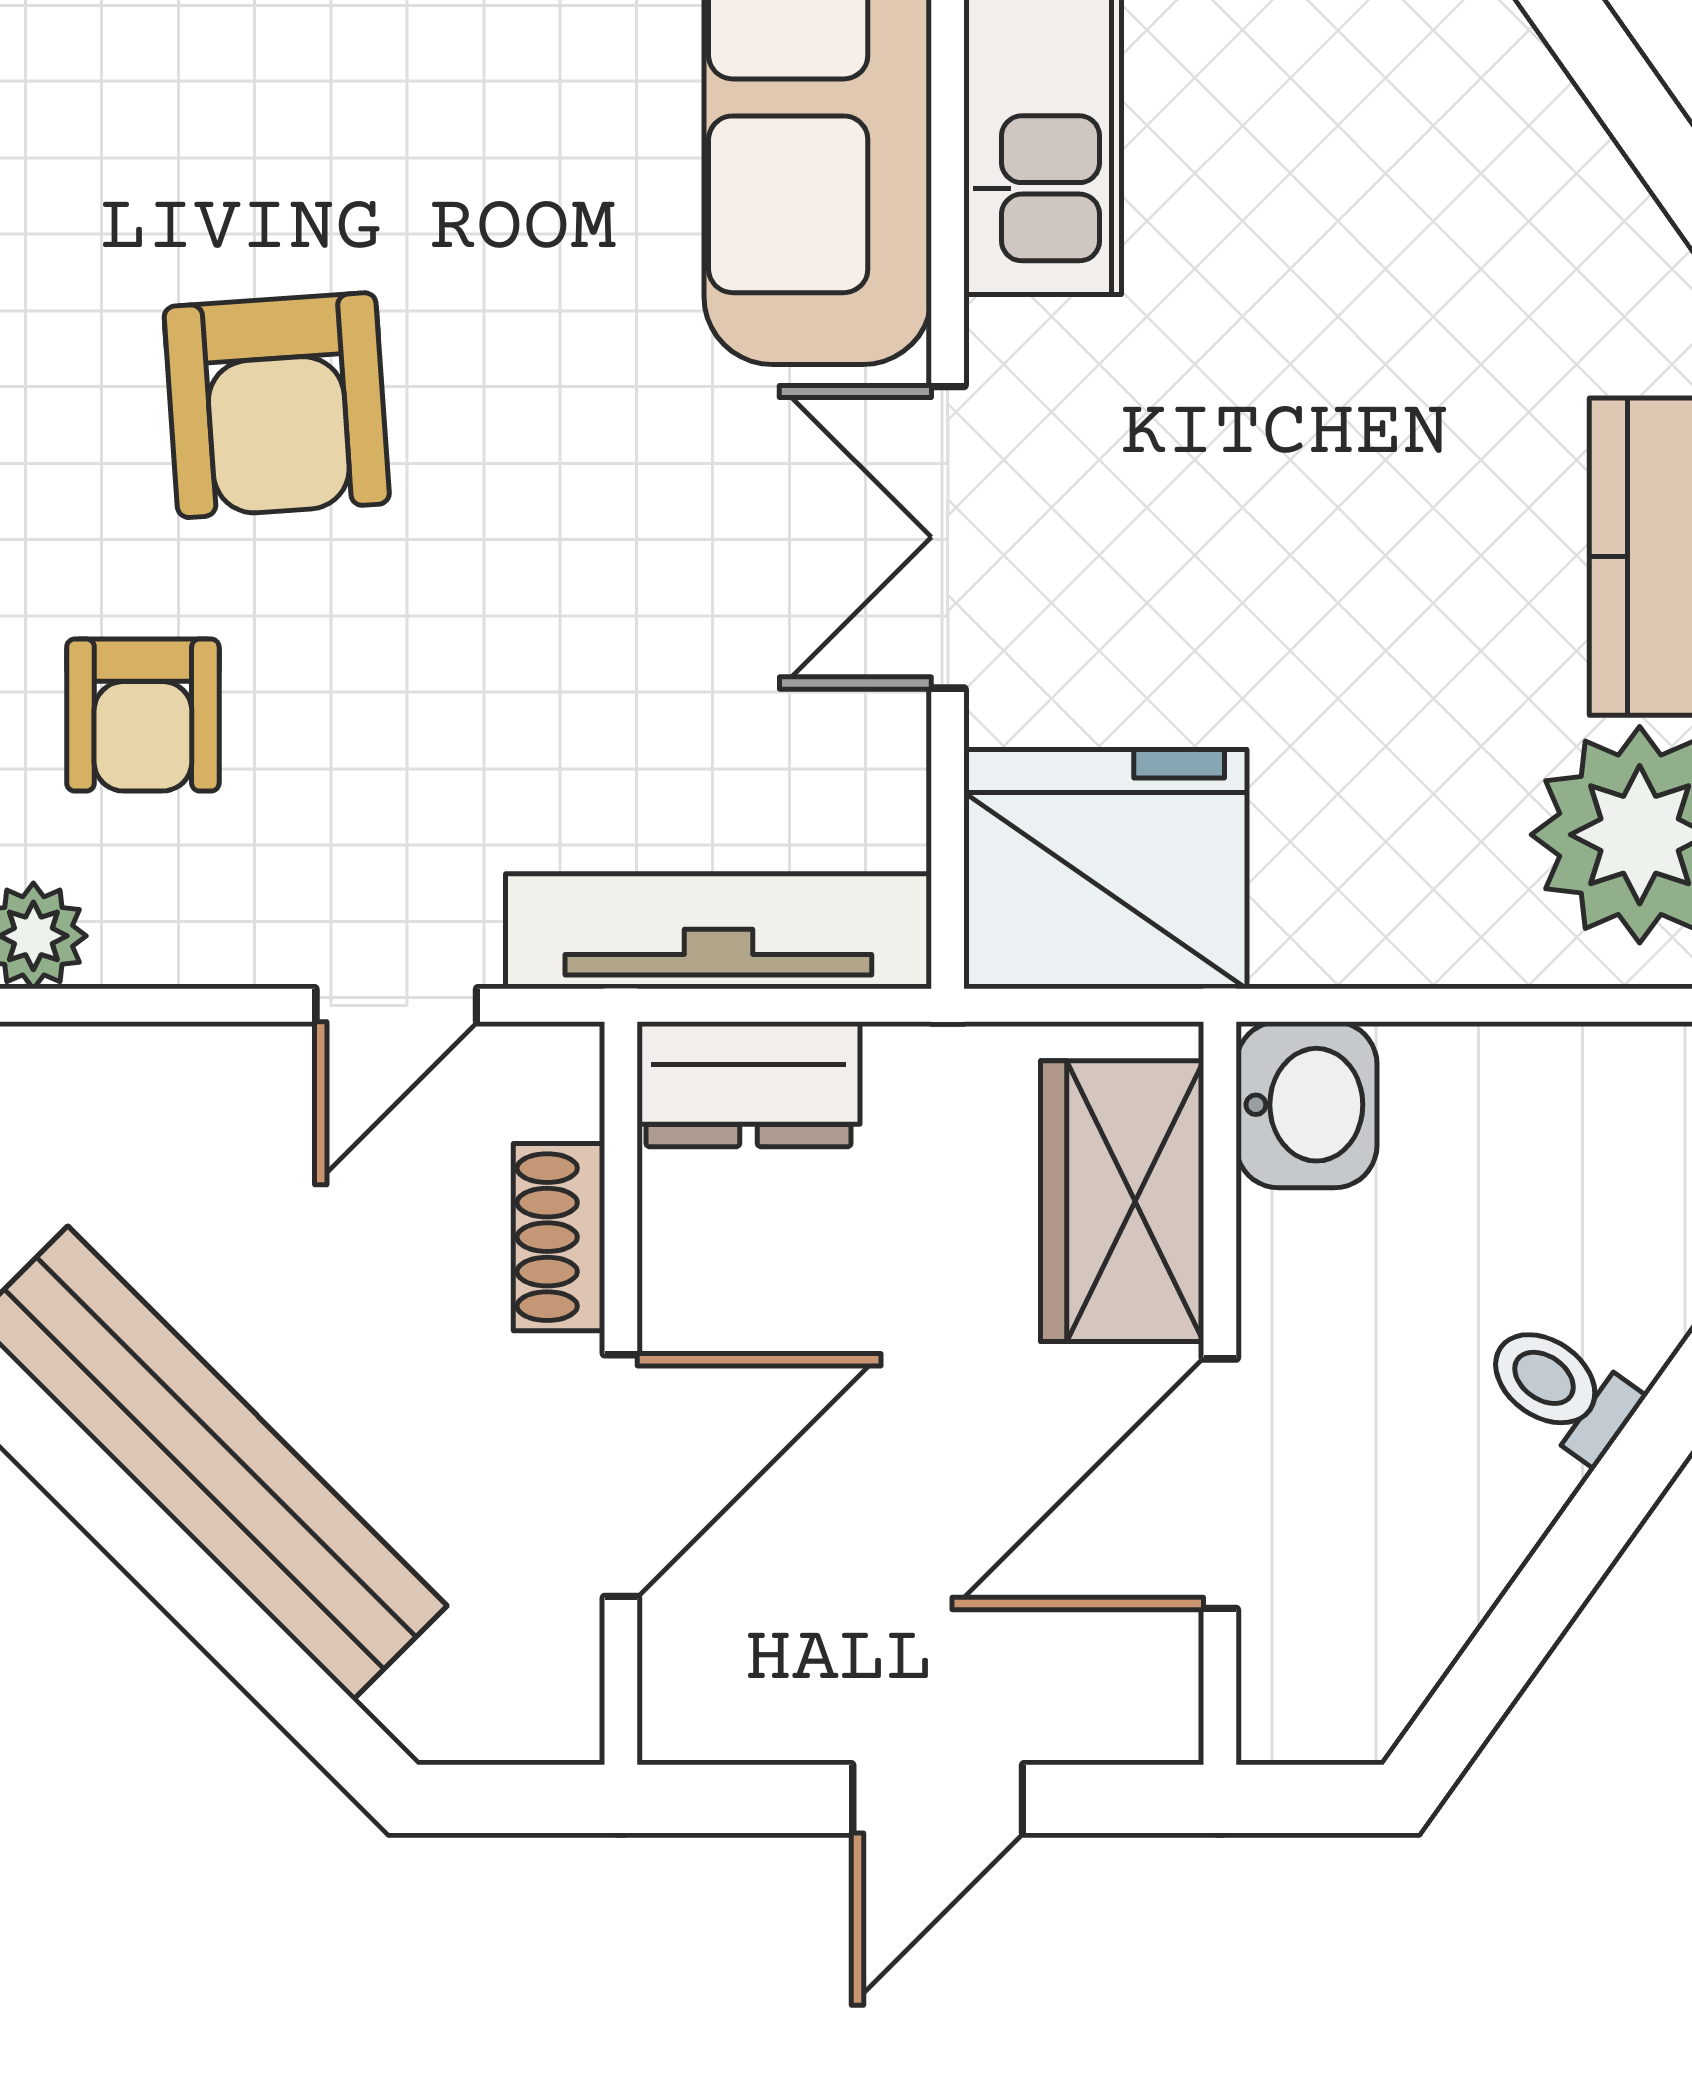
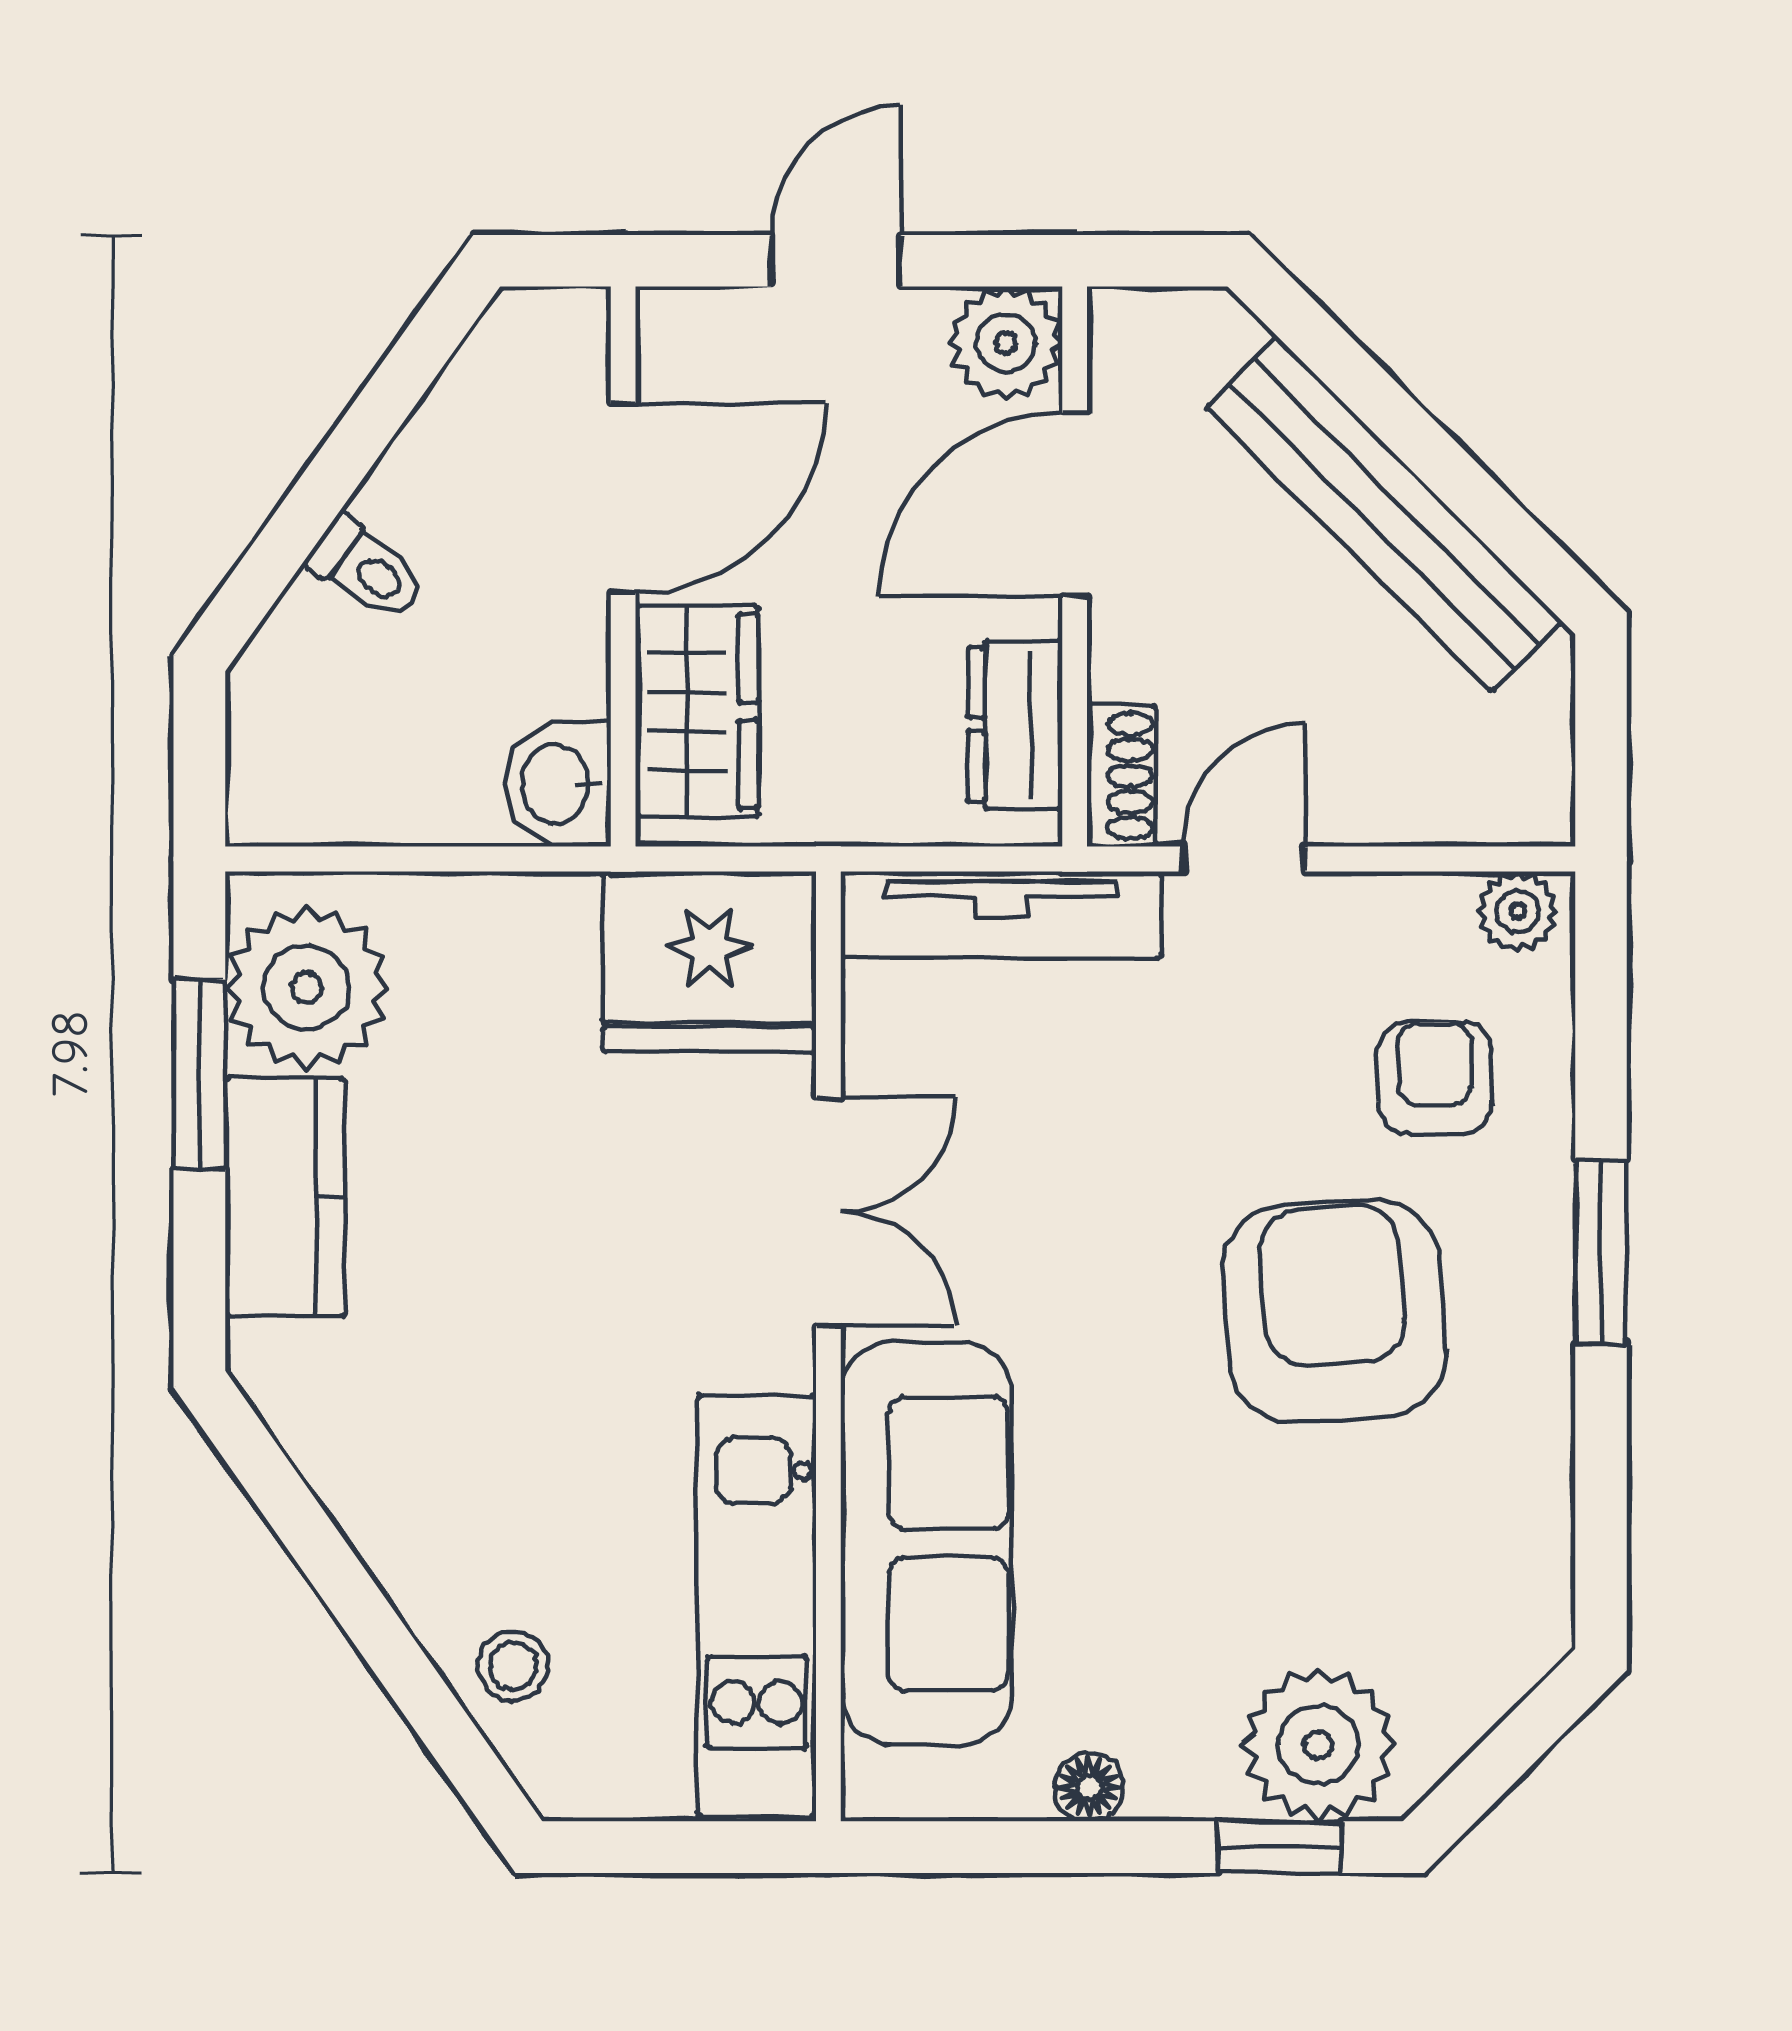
armchair: (277, 405) -> (1334, 1311), width x1.36, depth x1.36
dresser: (749, 1084) -> (1015, 725), moved, turned -90
shoe rack: (559, 1237) -> (1121, 776), moved
plant: (712, 1690) -> (1006, 343), added

